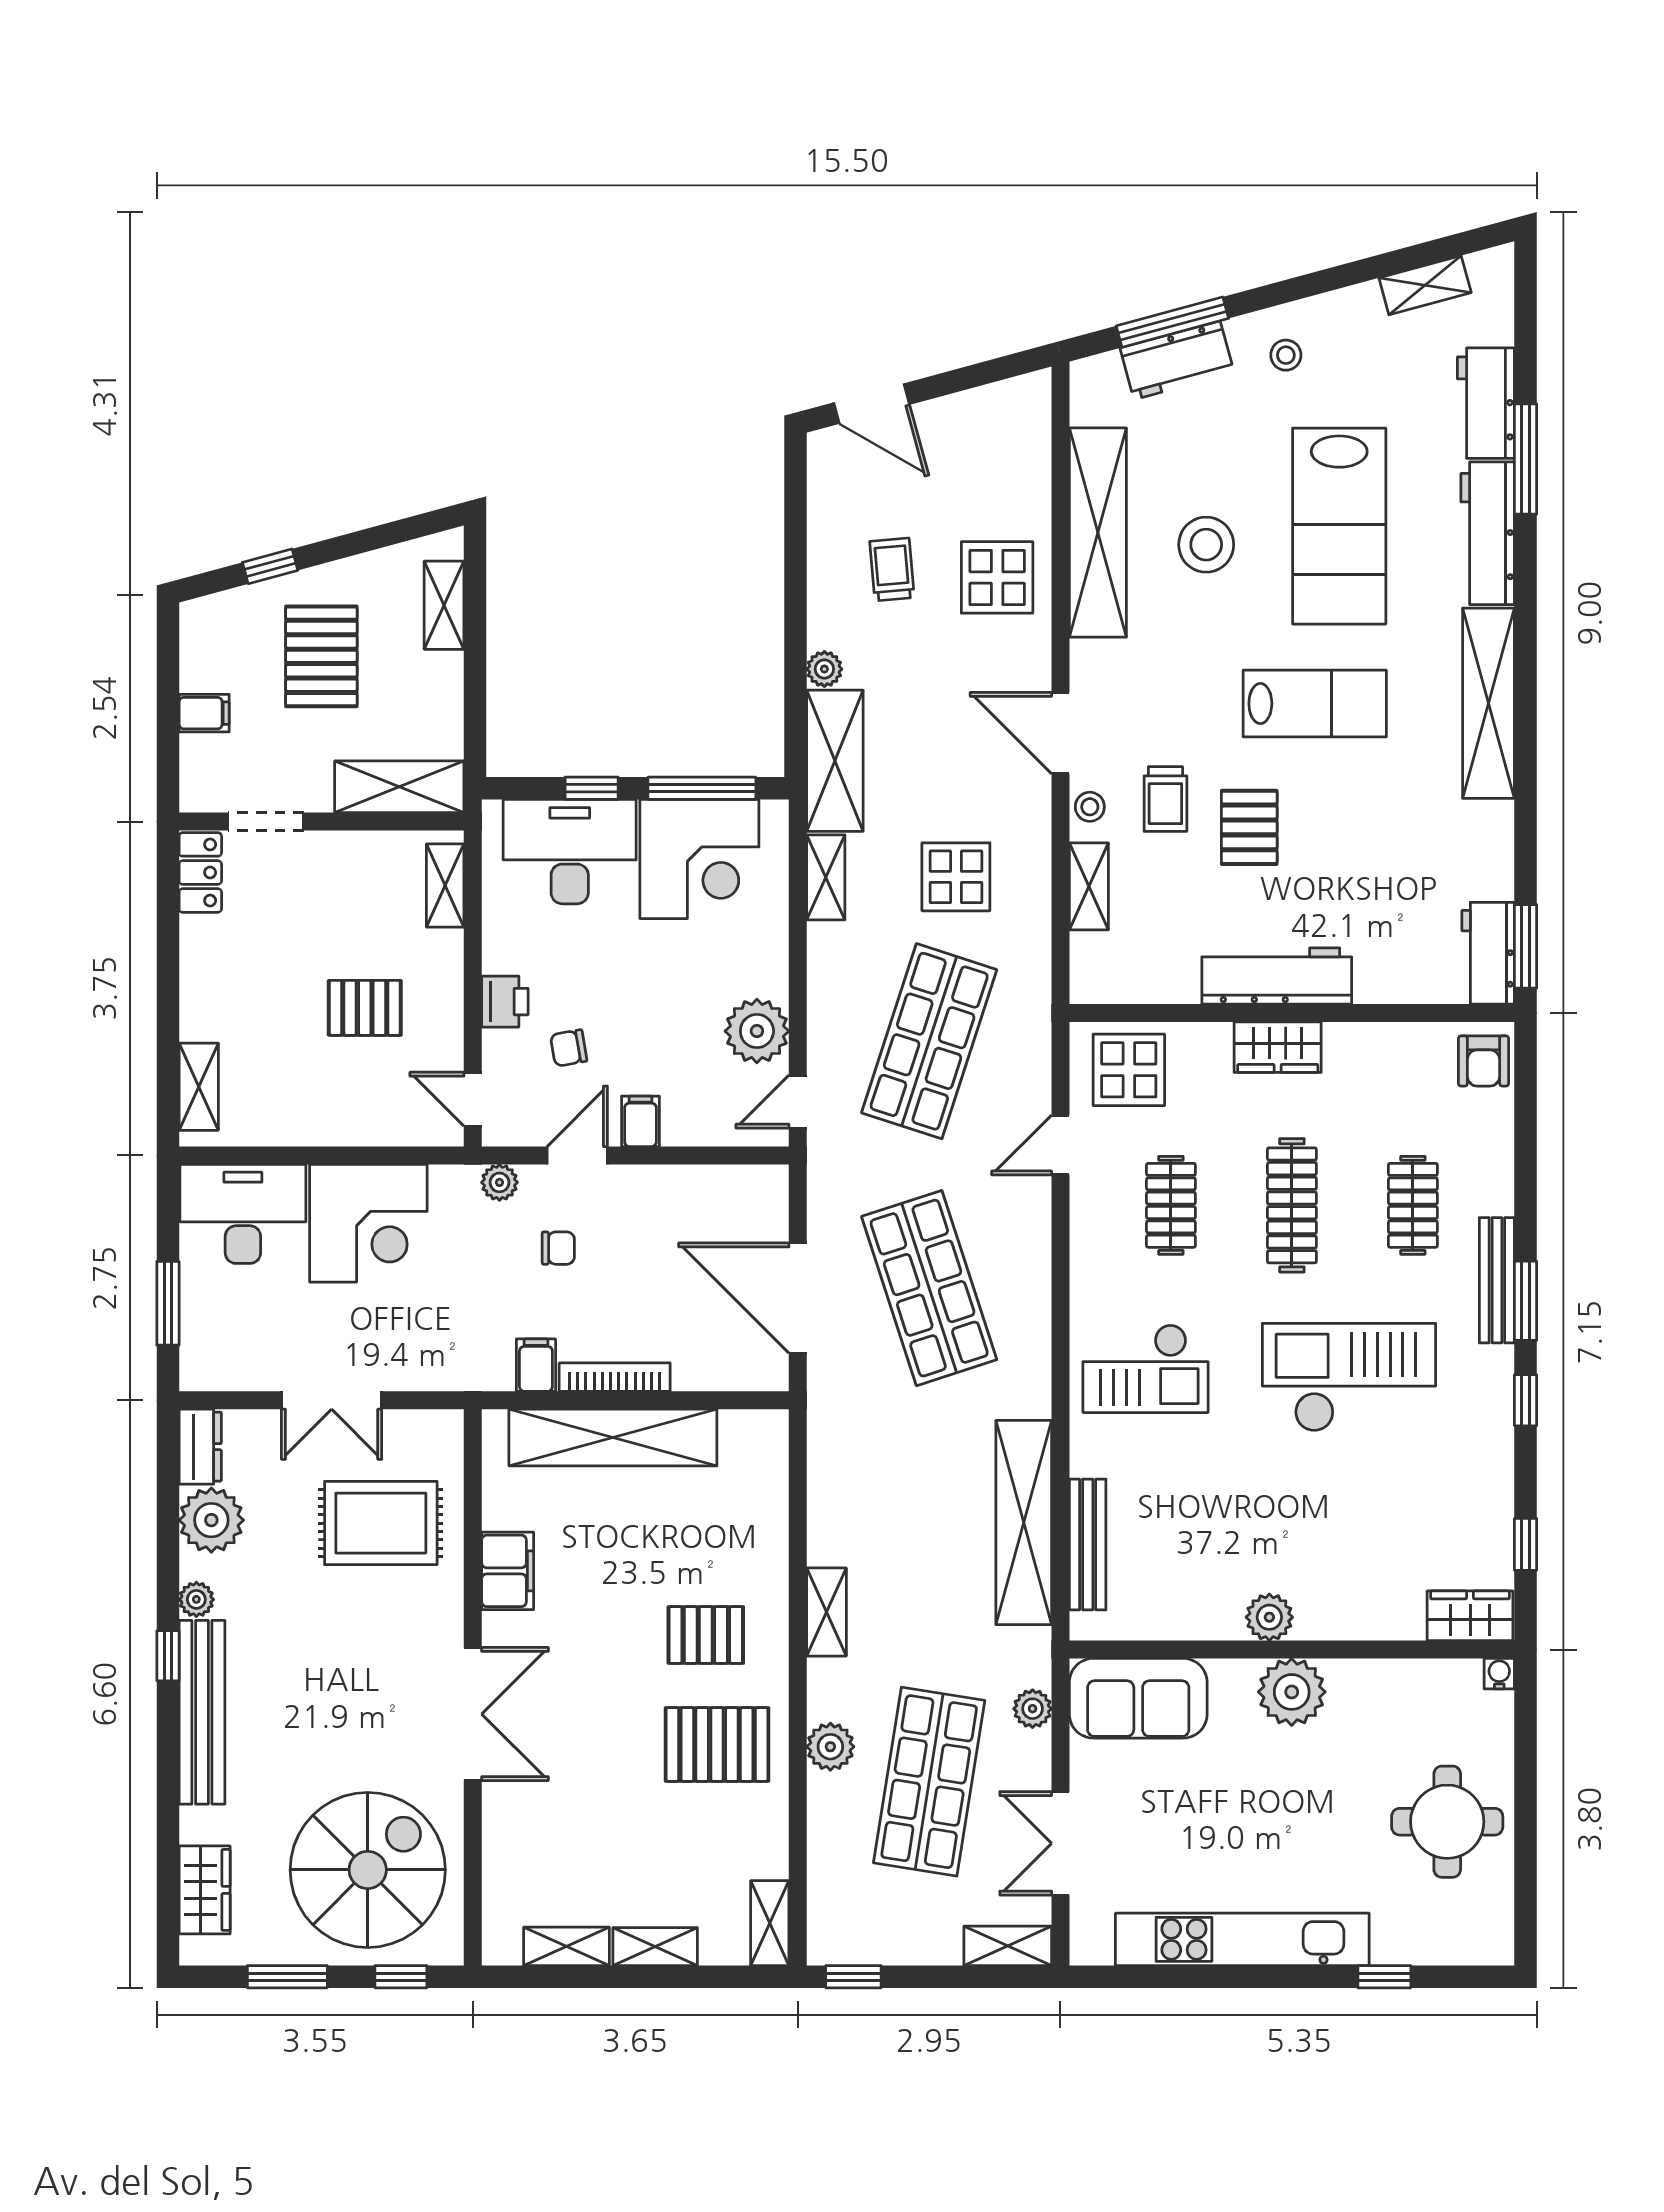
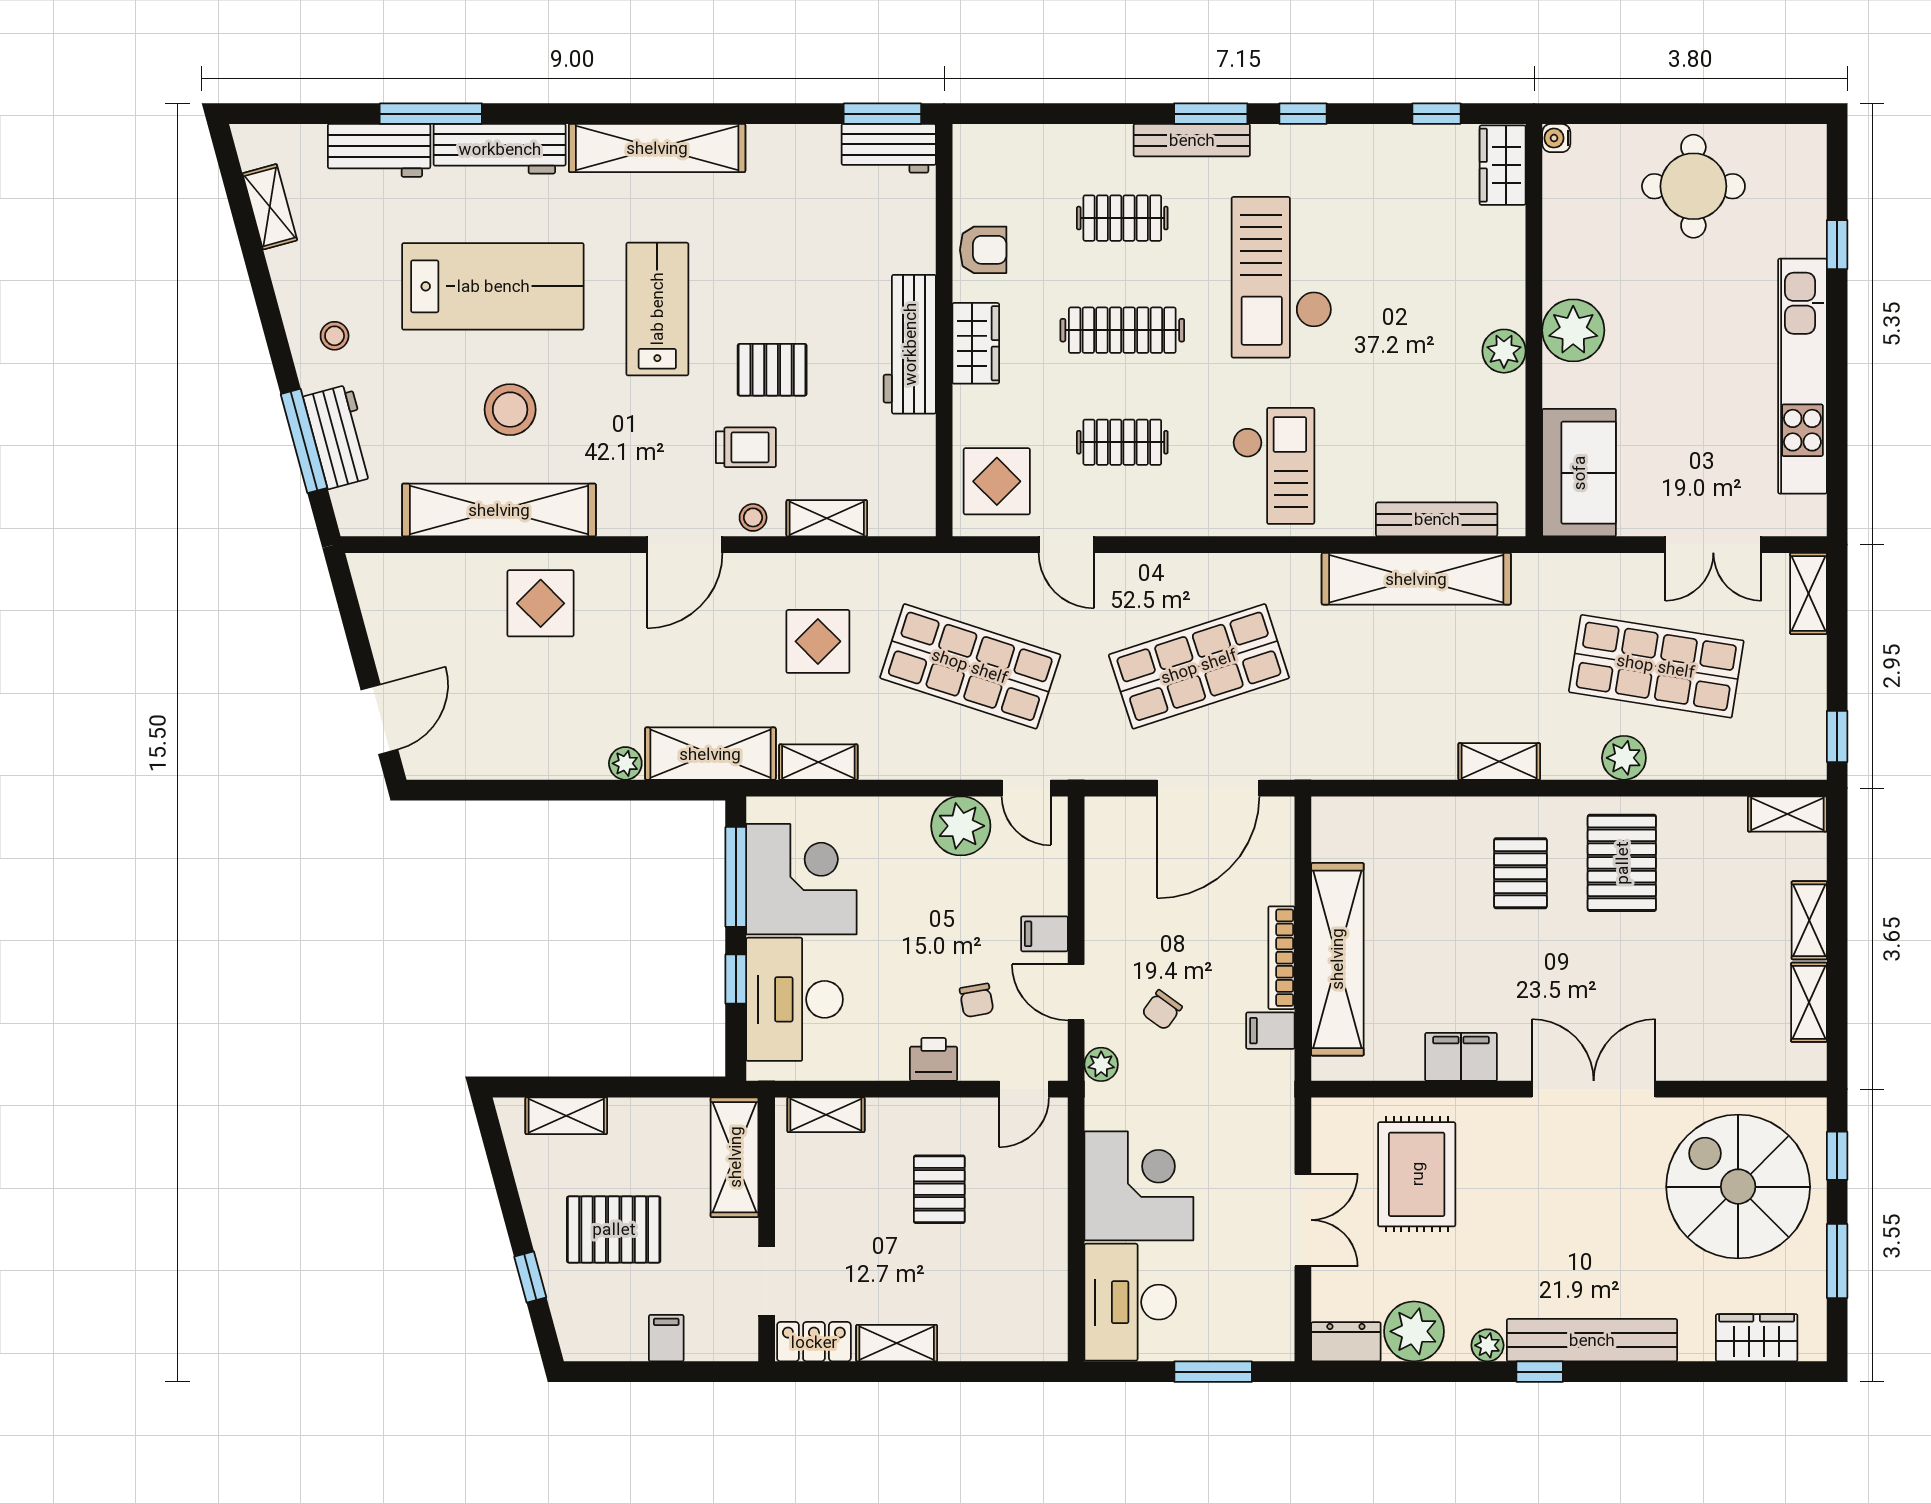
trolley: (892, 570) -> (533, 701), removed
armchair: (1483, 1061) -> (983, 250), moved
shelving: (199, 1087) -> (897, 1343), moved
chair: (558, 1248) -> (1162, 1010), turned -144
plant: (1033, 1709) -> (1589, 570), removed

